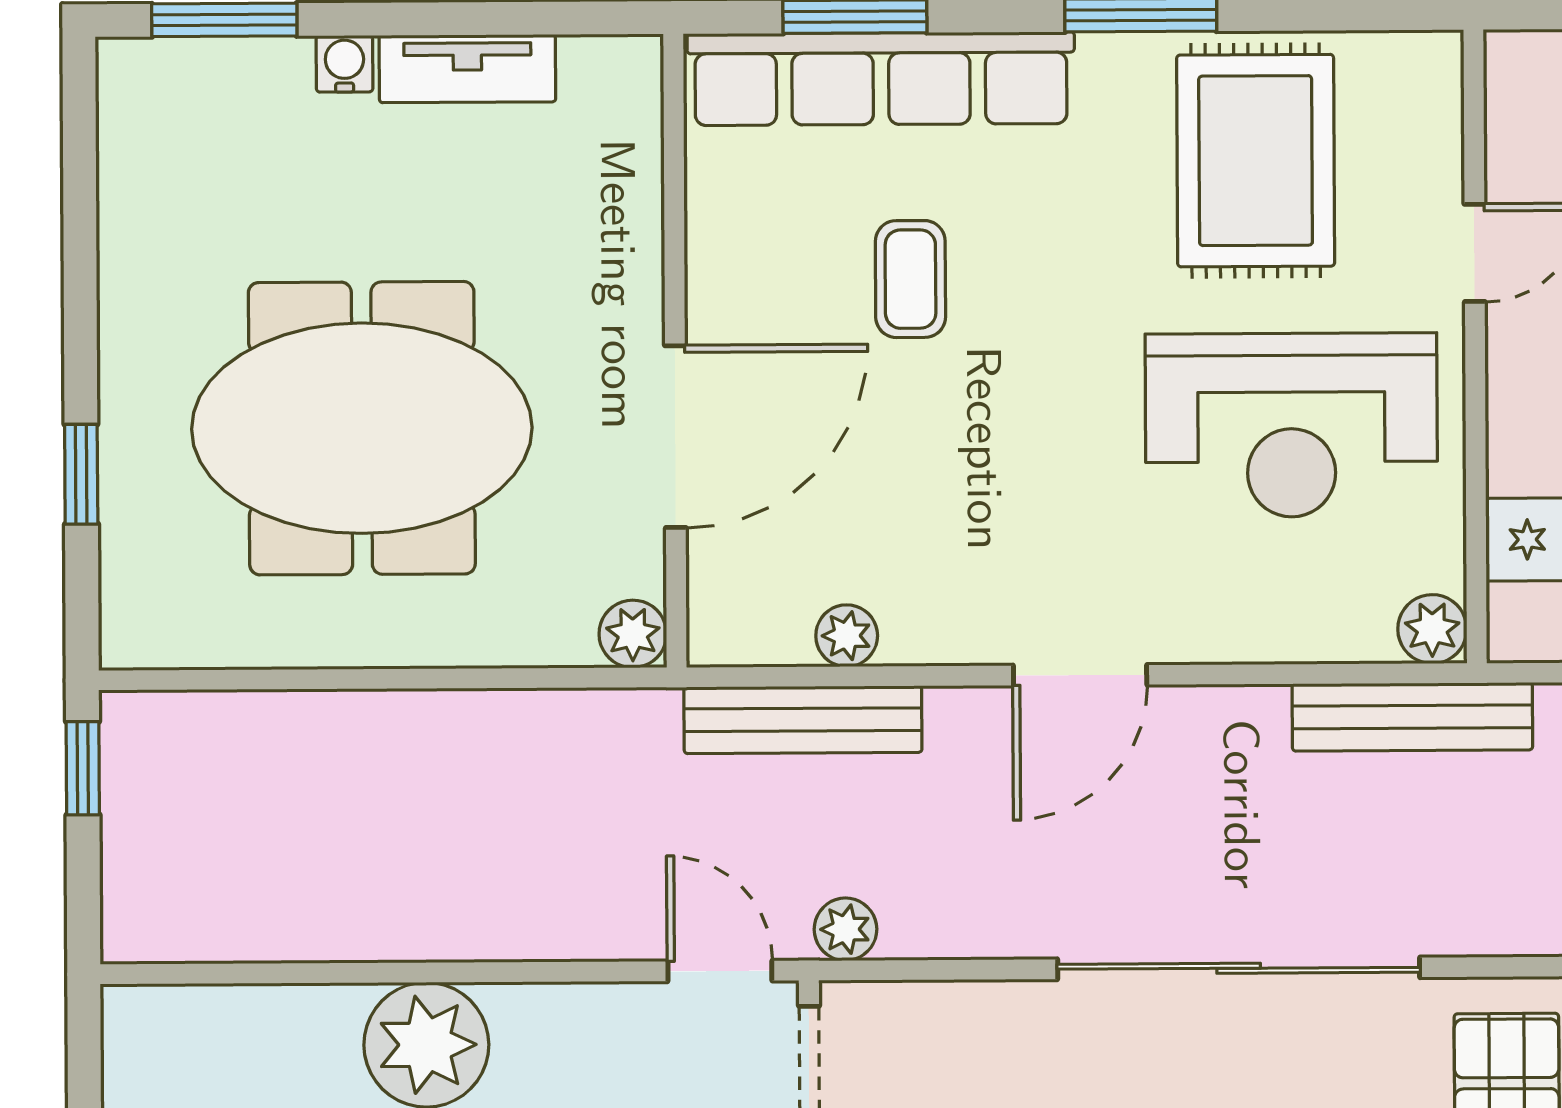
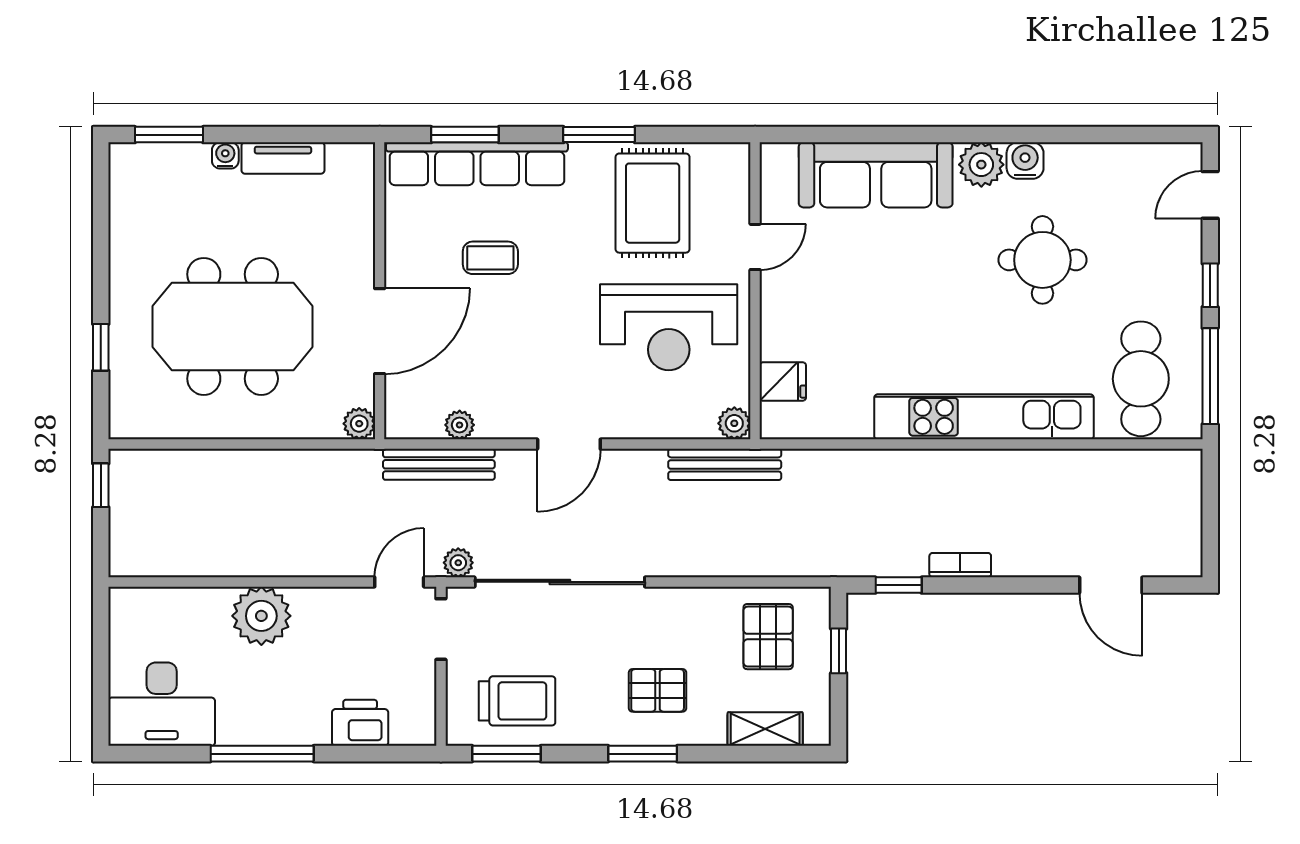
coffee table: (910, 279) -> (490, 258), turned 90
sliding door: (1239, 968) -> (560, 582), moved
door: (720, 971) -> (399, 582), hinge flipped

